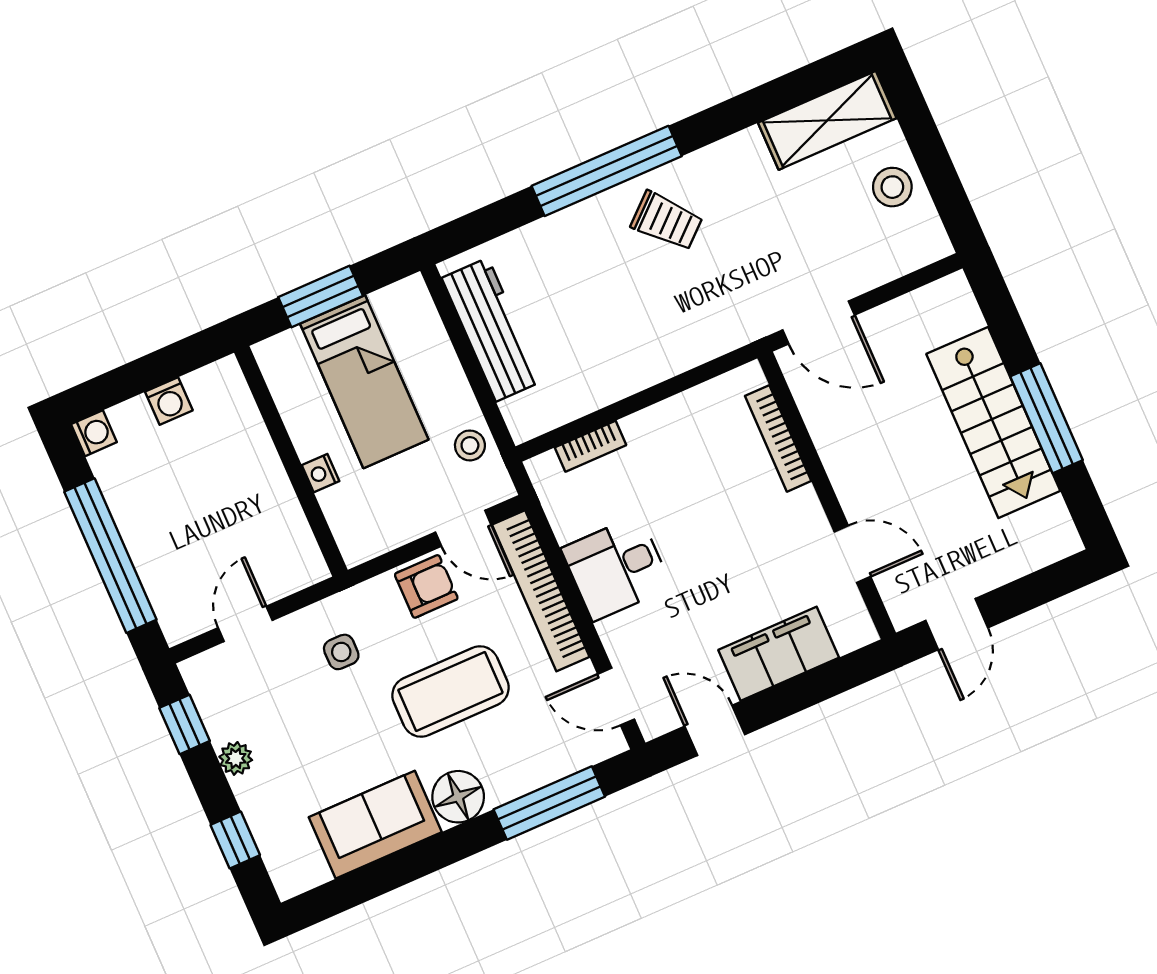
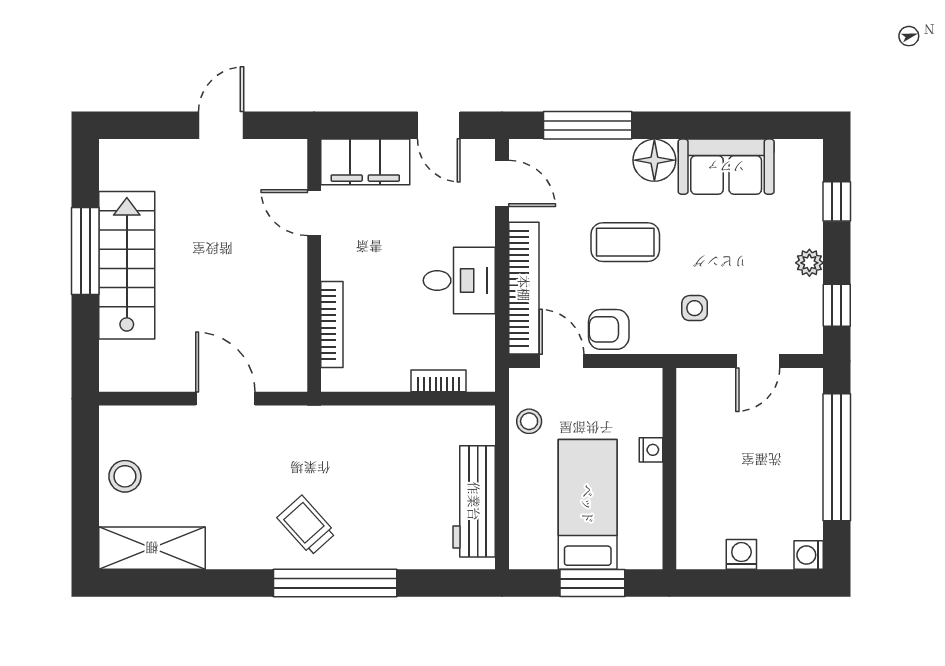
bookcase: (778, 438) -> (332, 324), moved
wall: (827, 495) -> (314, 265), moved
door: (853, 554) -> (314, 213), moved
coffee table: (451, 691) -> (625, 242), width x0.73, depth x0.76

